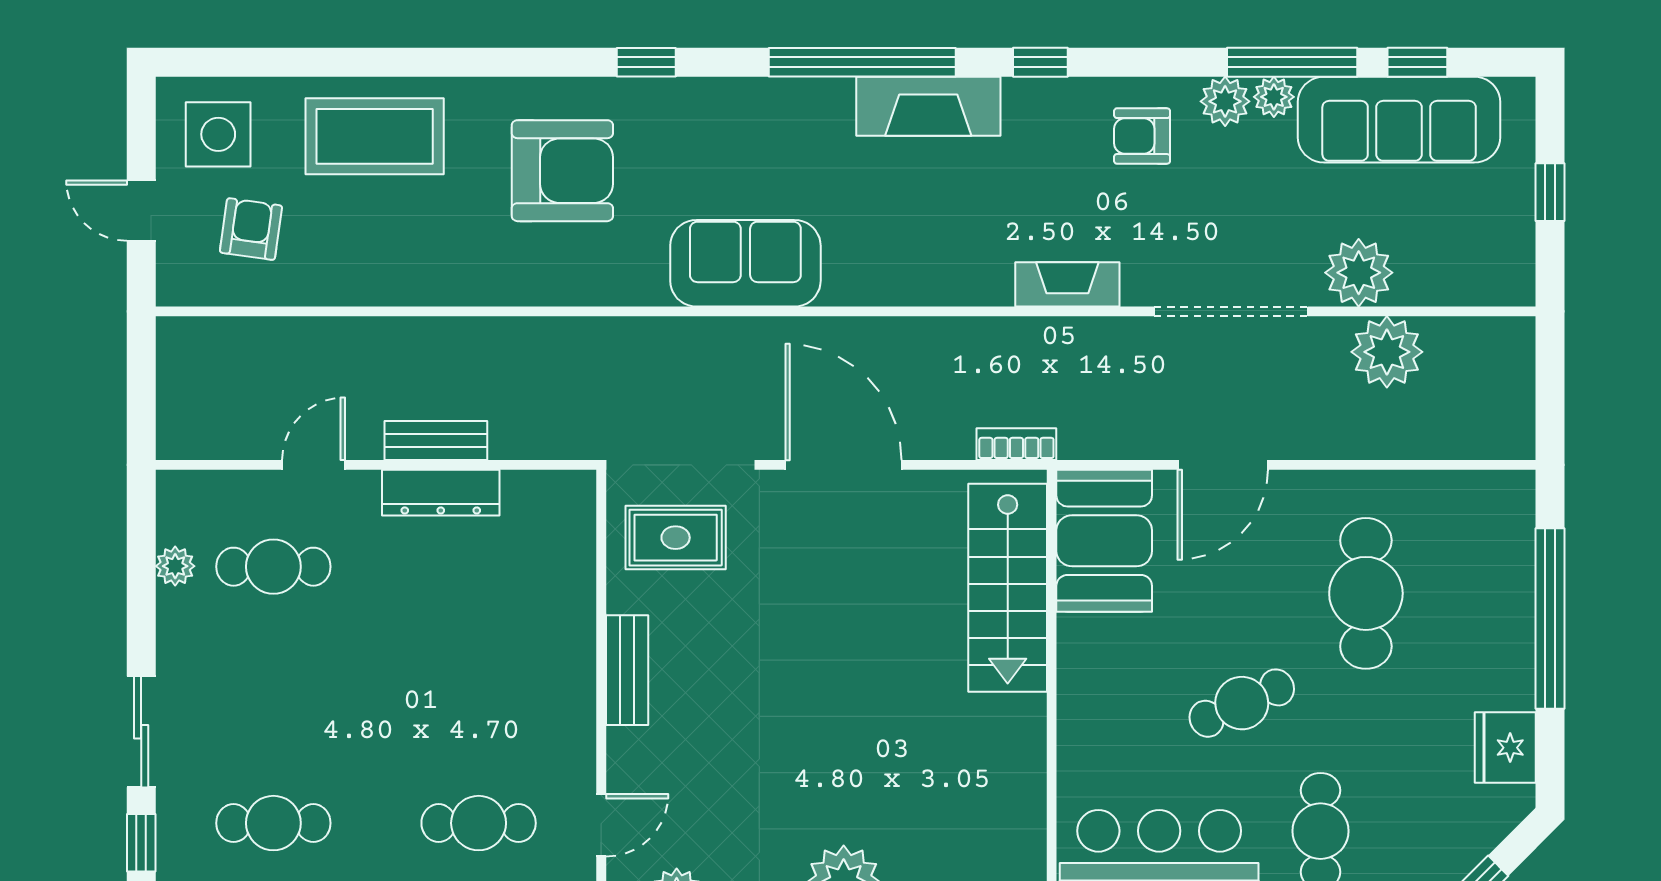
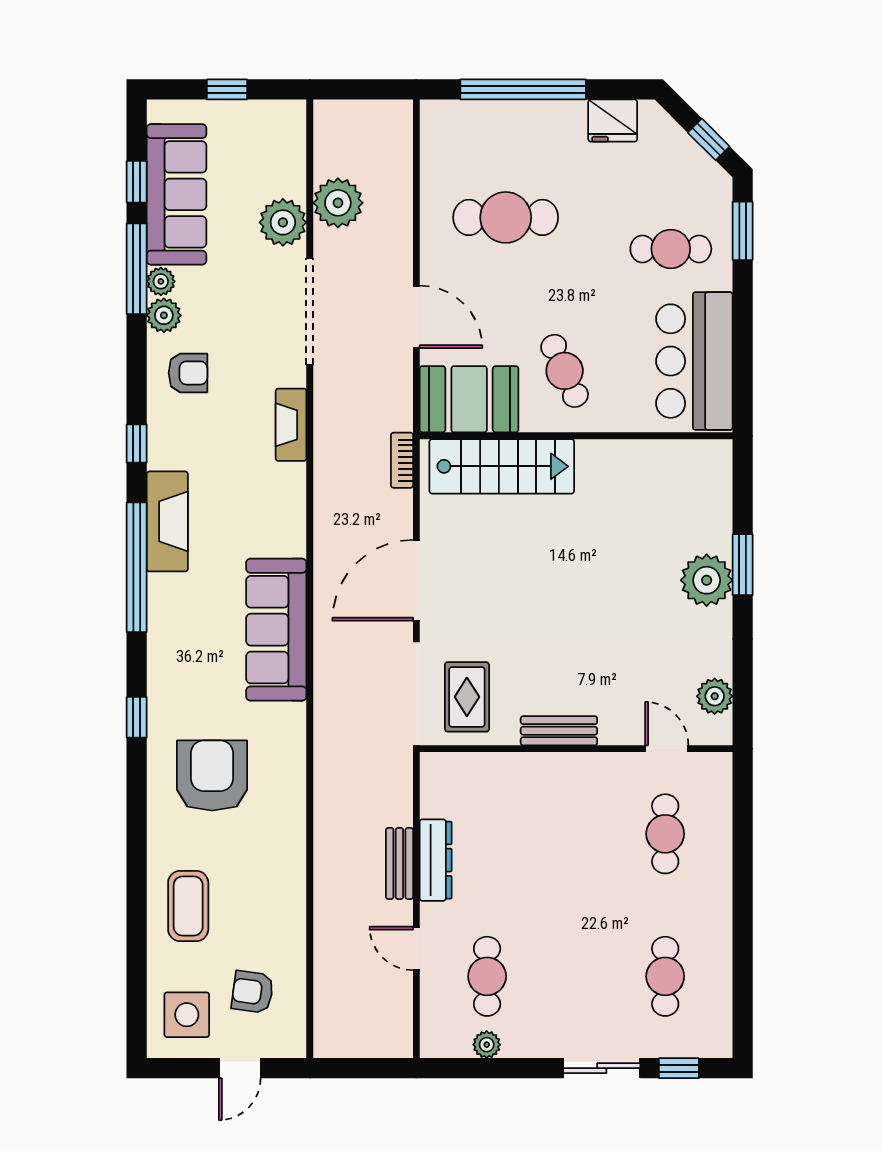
coffee table: (375, 136) -> (188, 906), width x0.73, depth x0.76
armchair: (1142, 136) -> (188, 373), turned -90
sofa: (745, 263) -> (276, 630), width x1.36
cafe table: (1242, 703) -> (565, 371), moved

